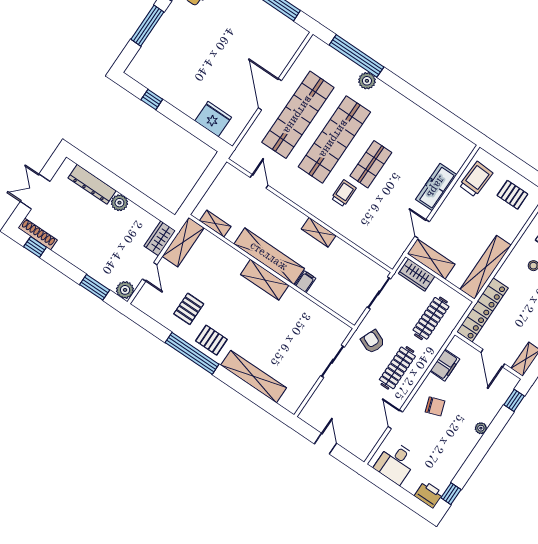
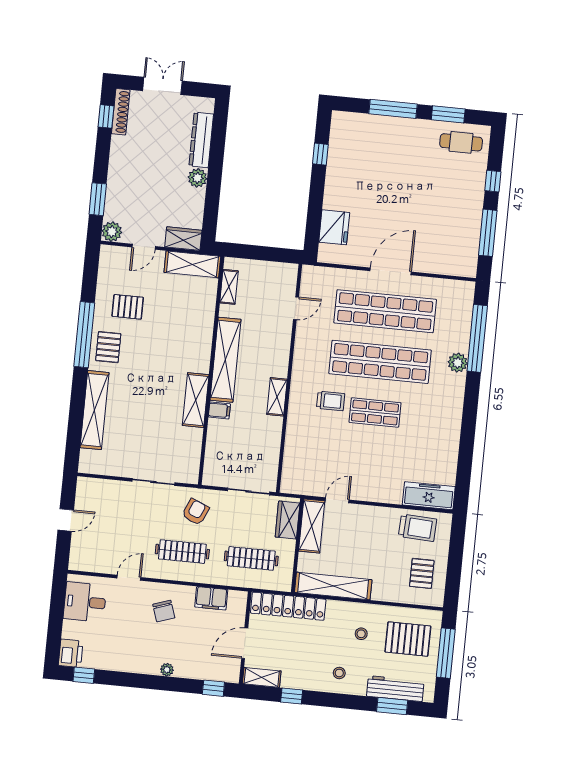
freezer: (436, 187) -> (429, 496), moved
shelving: (265, 280) -> (196, 400), moved

